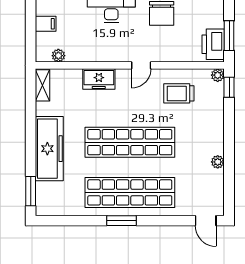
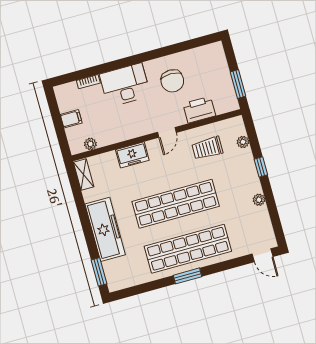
printer: (213, 44) -> (199, 110), moved, turned 90
plant: (218, 75) -> (243, 142), moved
window: (229, 87) -> (261, 167), moved

